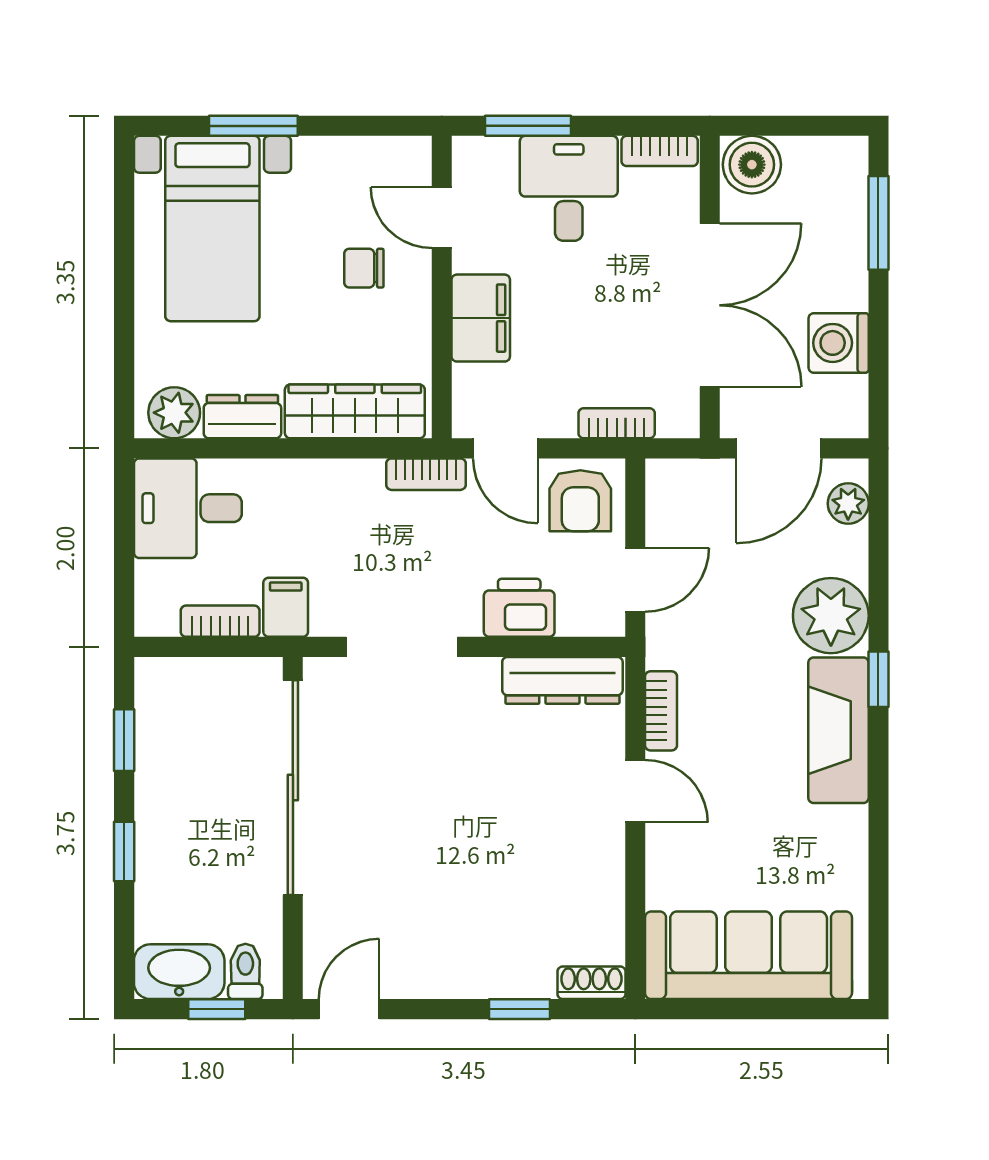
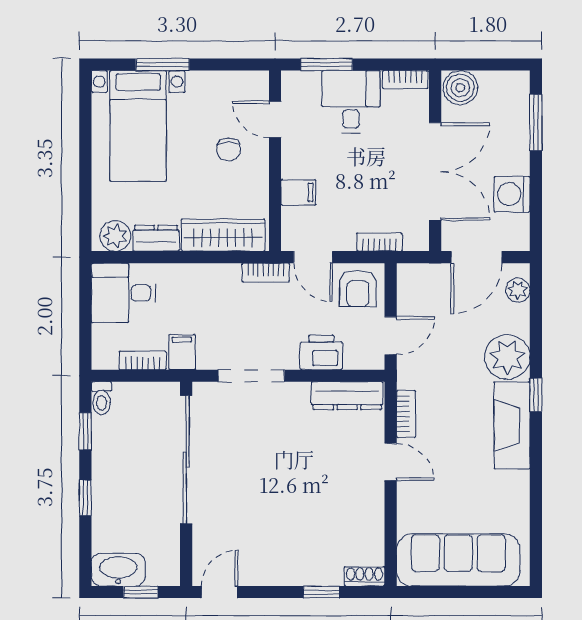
chair: (364, 268) -> (229, 150), turned -90
filing cabinet: (481, 318) -> (298, 192), width x0.50
toilet: (245, 971) -> (101, 398), moved, turned 180

